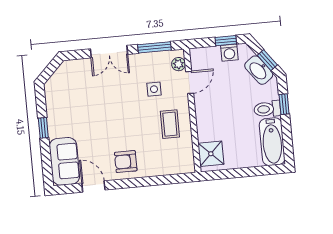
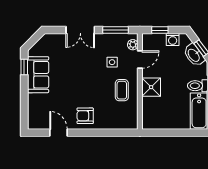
window: (226, 41) -> (160, 30), moved
window: (43, 128) -> (24, 67), moved
shower: (211, 154) -> (151, 87), moved
sofa: (64, 161) -> (38, 75), moved

